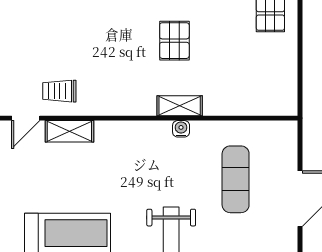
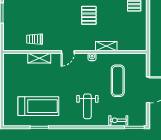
shelving: (180, 106) -> (106, 46), moved
door: (26, 118) -> (68, 52), moved

